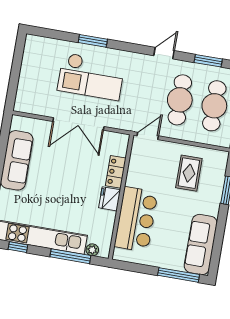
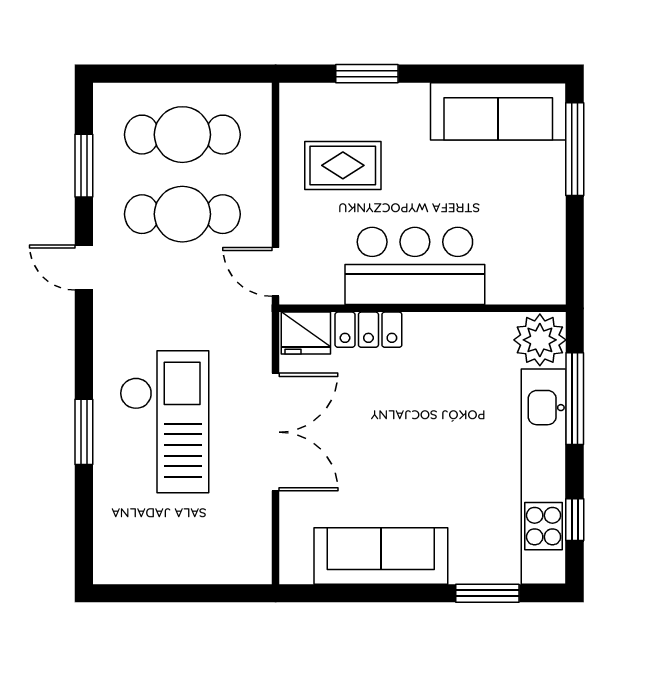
fridge: (110, 199) -> (306, 333), moved
bar counter: (136, 219) -> (415, 266), moved
plant: (92, 250) -> (540, 340), width x1.88, depth x1.88

